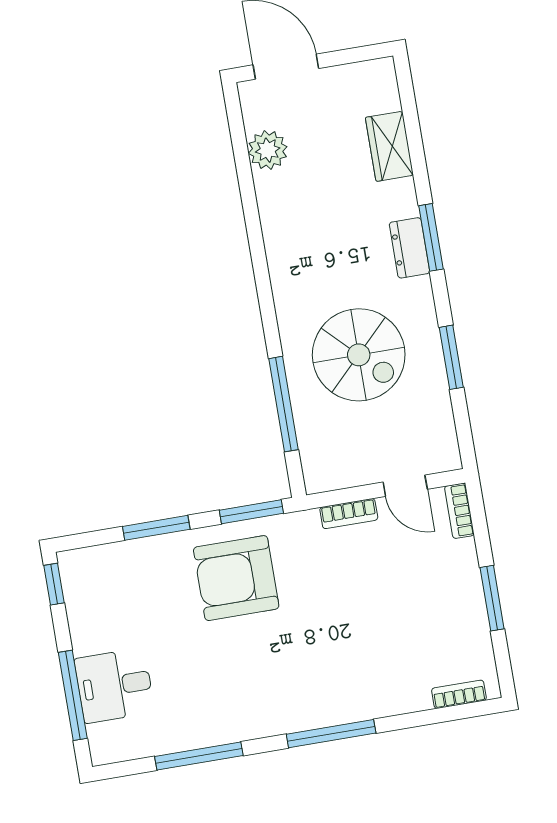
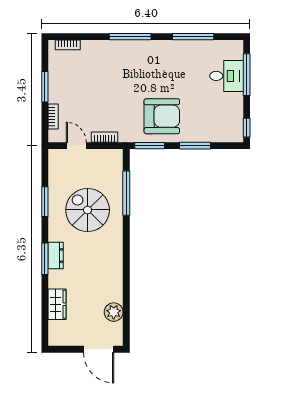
bookcase: (459, 511) -> (53, 116), moved

